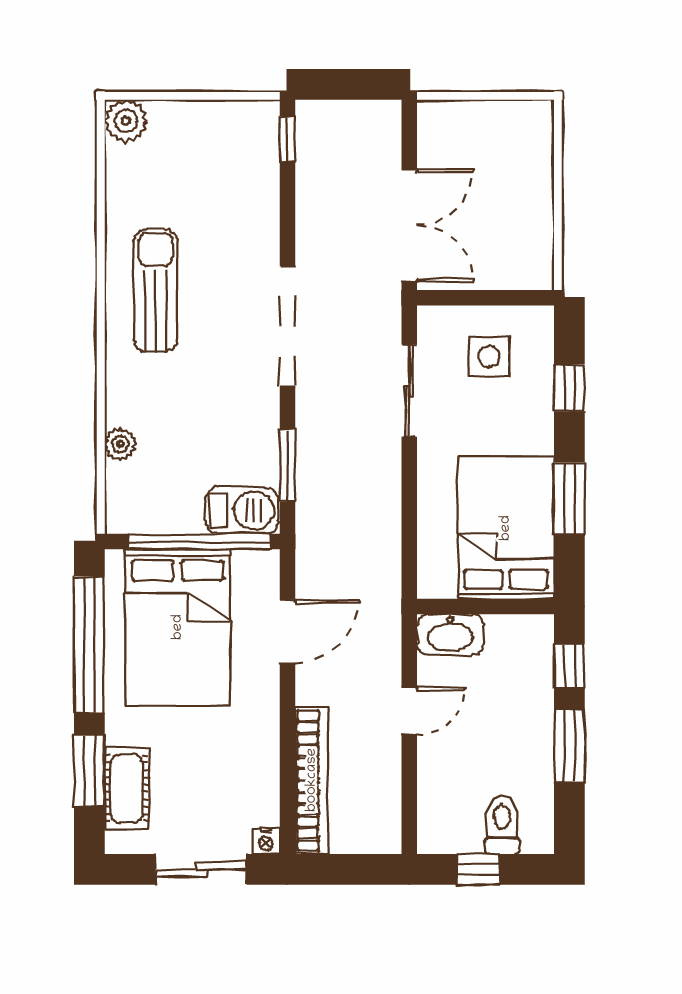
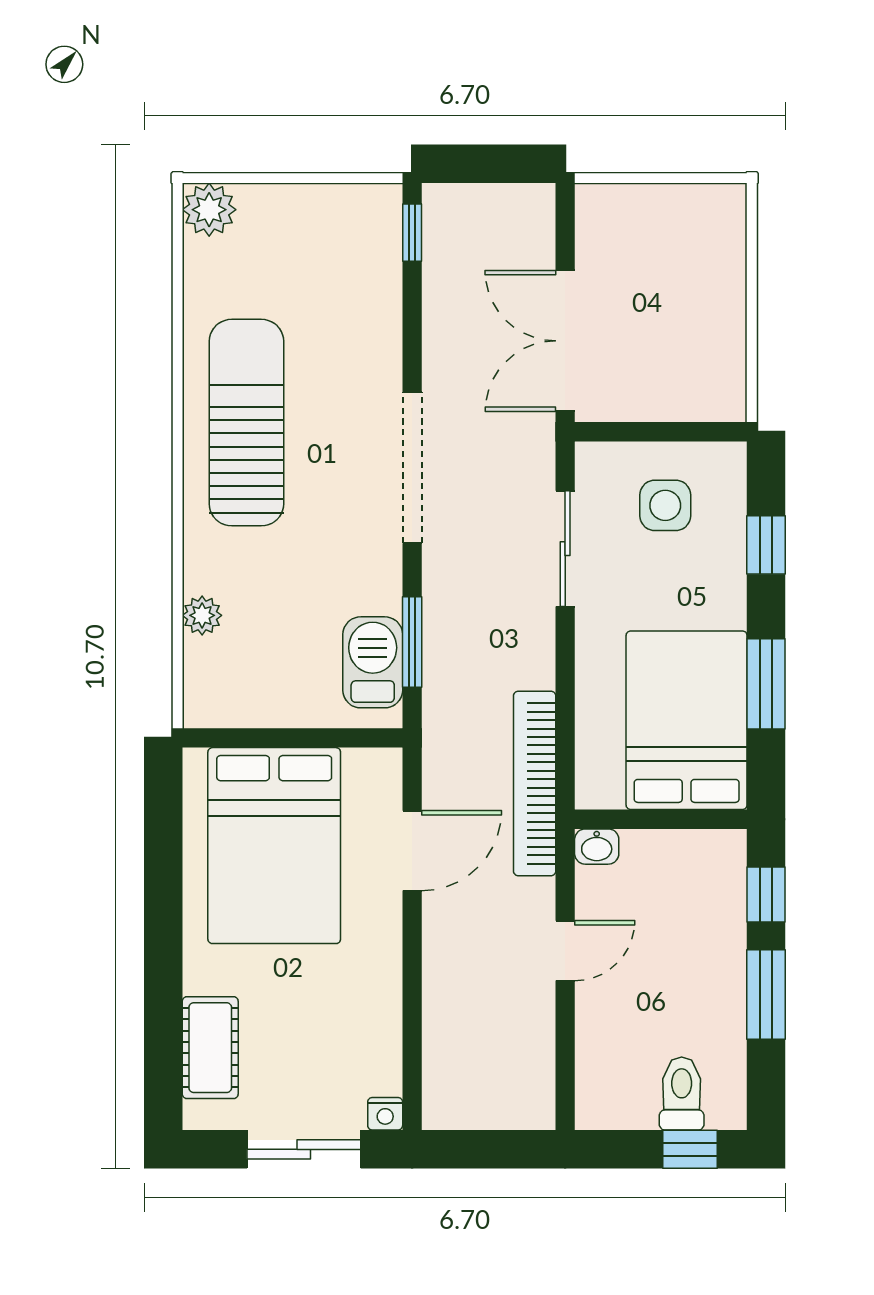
double door: (409, 225) -> (565, 341), swing flipped
sun lounger: (156, 290) -> (246, 423), width x1.36, depth x1.34
barbecue: (242, 510) -> (373, 662), moved, turned -90
window: (199, 542) -> (301, 738), removed
washbasin: (450, 634) -> (597, 847), width x0.52, depth x0.69
window: (89, 645) -> (163, 867), removed
window: (89, 771) -> (163, 1026), removed
bookcase: (312, 780) -> (535, 783), moved, turned 180
window: (478, 869) -> (690, 1149), moved

